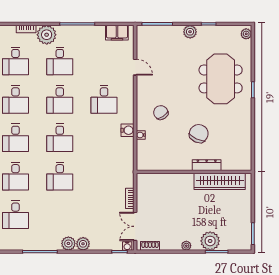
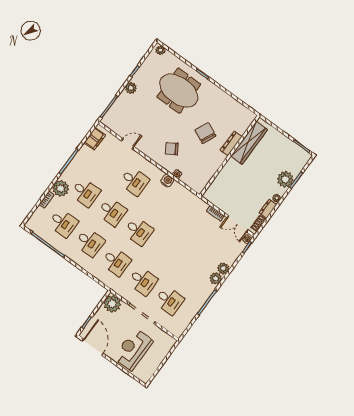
desk: (60, 176) -> (165, 250), removed
dresser: (170, 245) -> (268, 209), added

